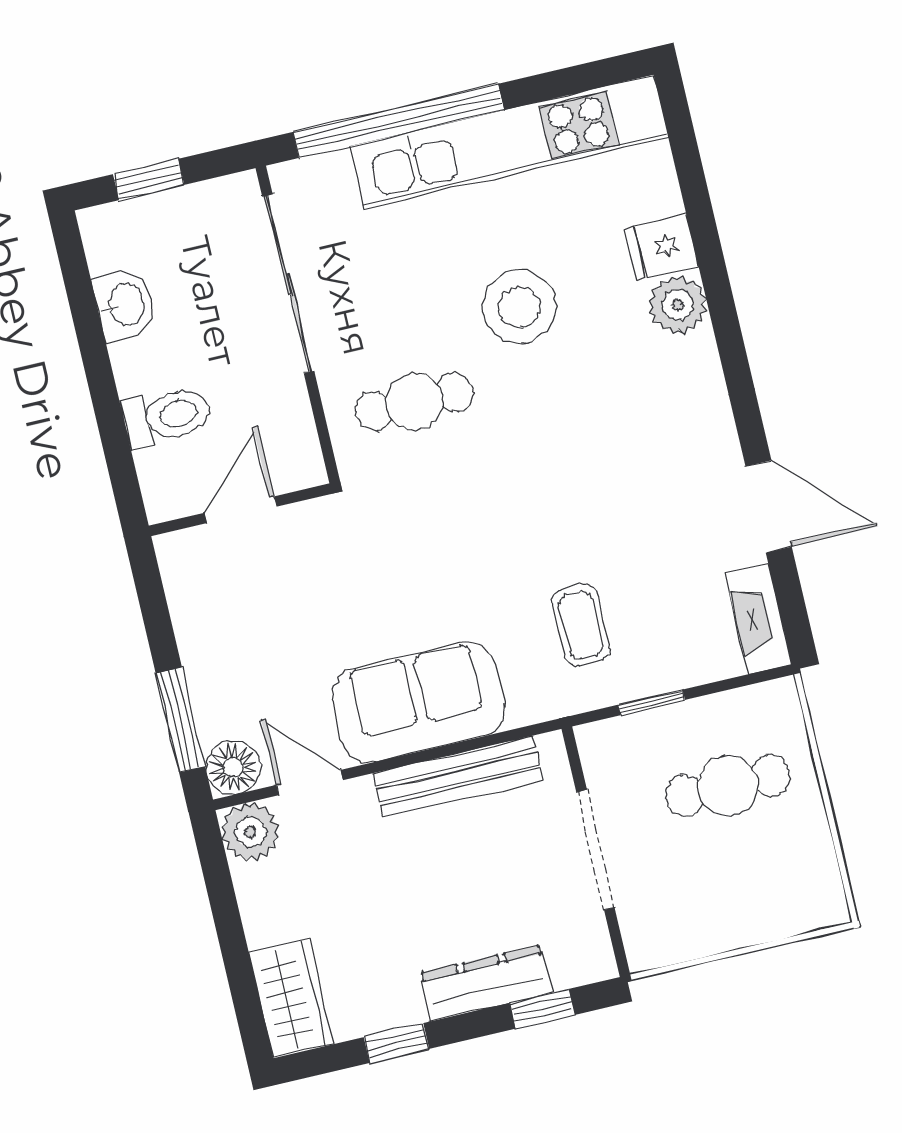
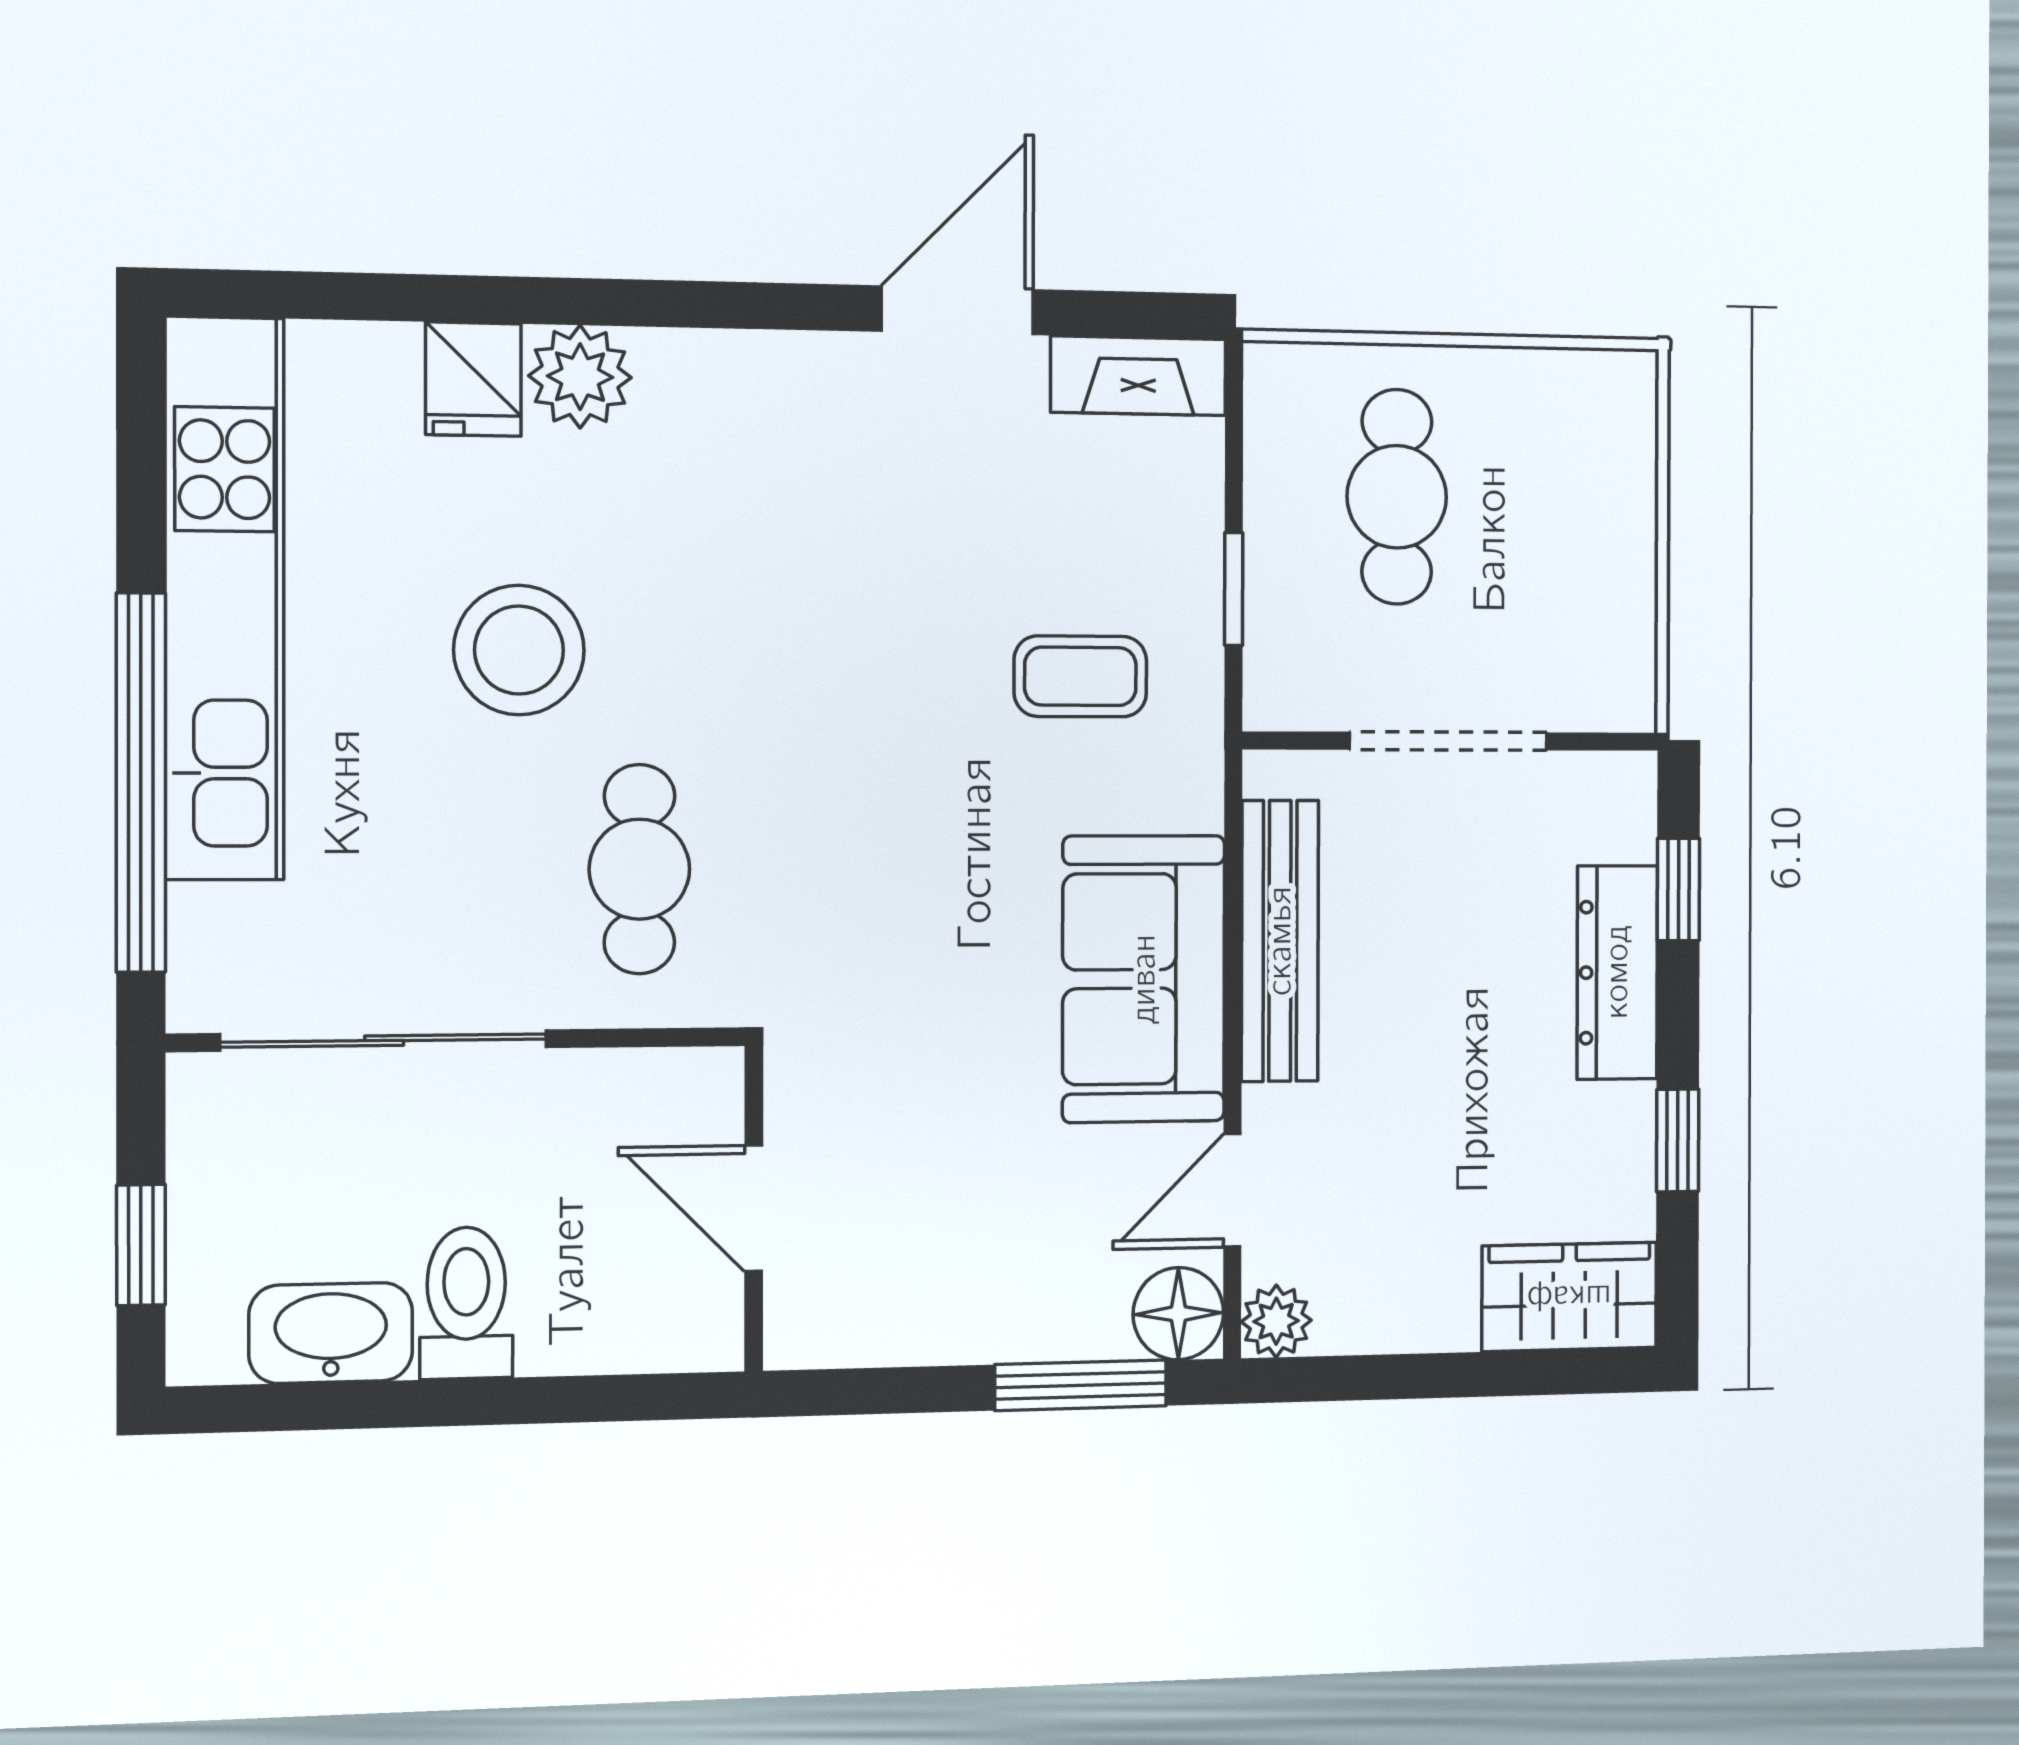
washbasin: (125, 305) -> (331, 1333), width x1.38
toilet: (167, 416) -> (466, 1303), moved
plant: (250, 832) -> (1276, 1321), width x0.73, depth x0.73

